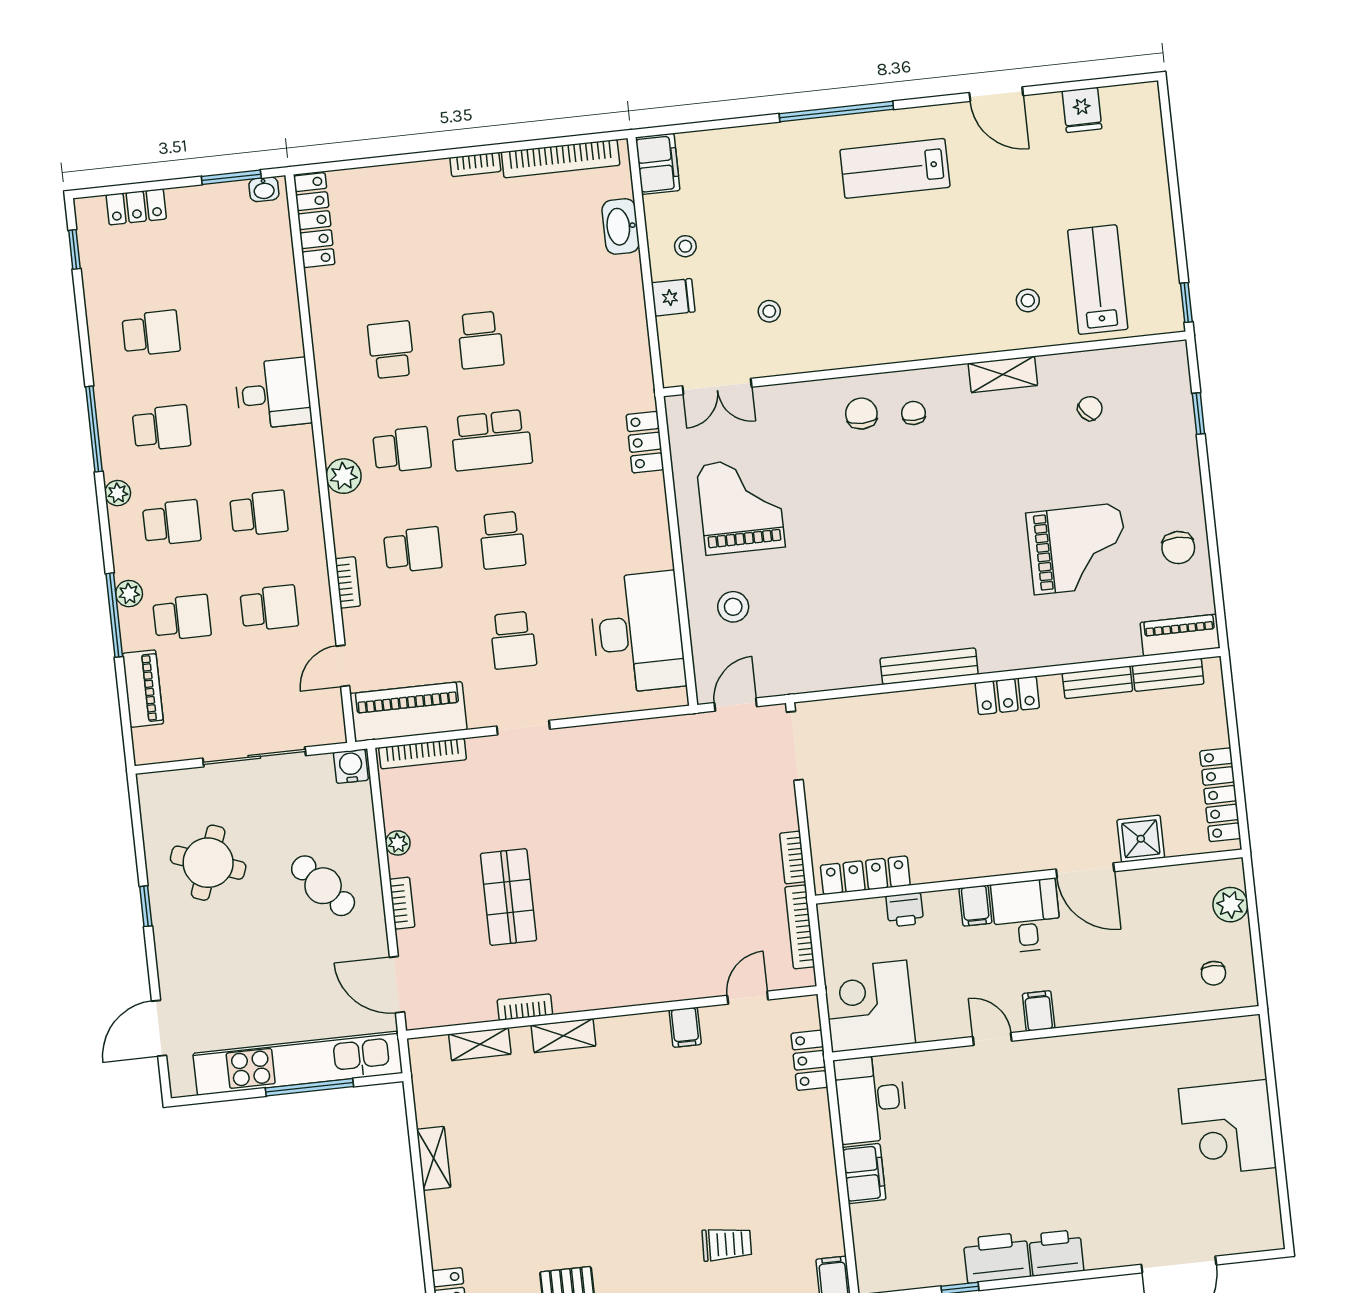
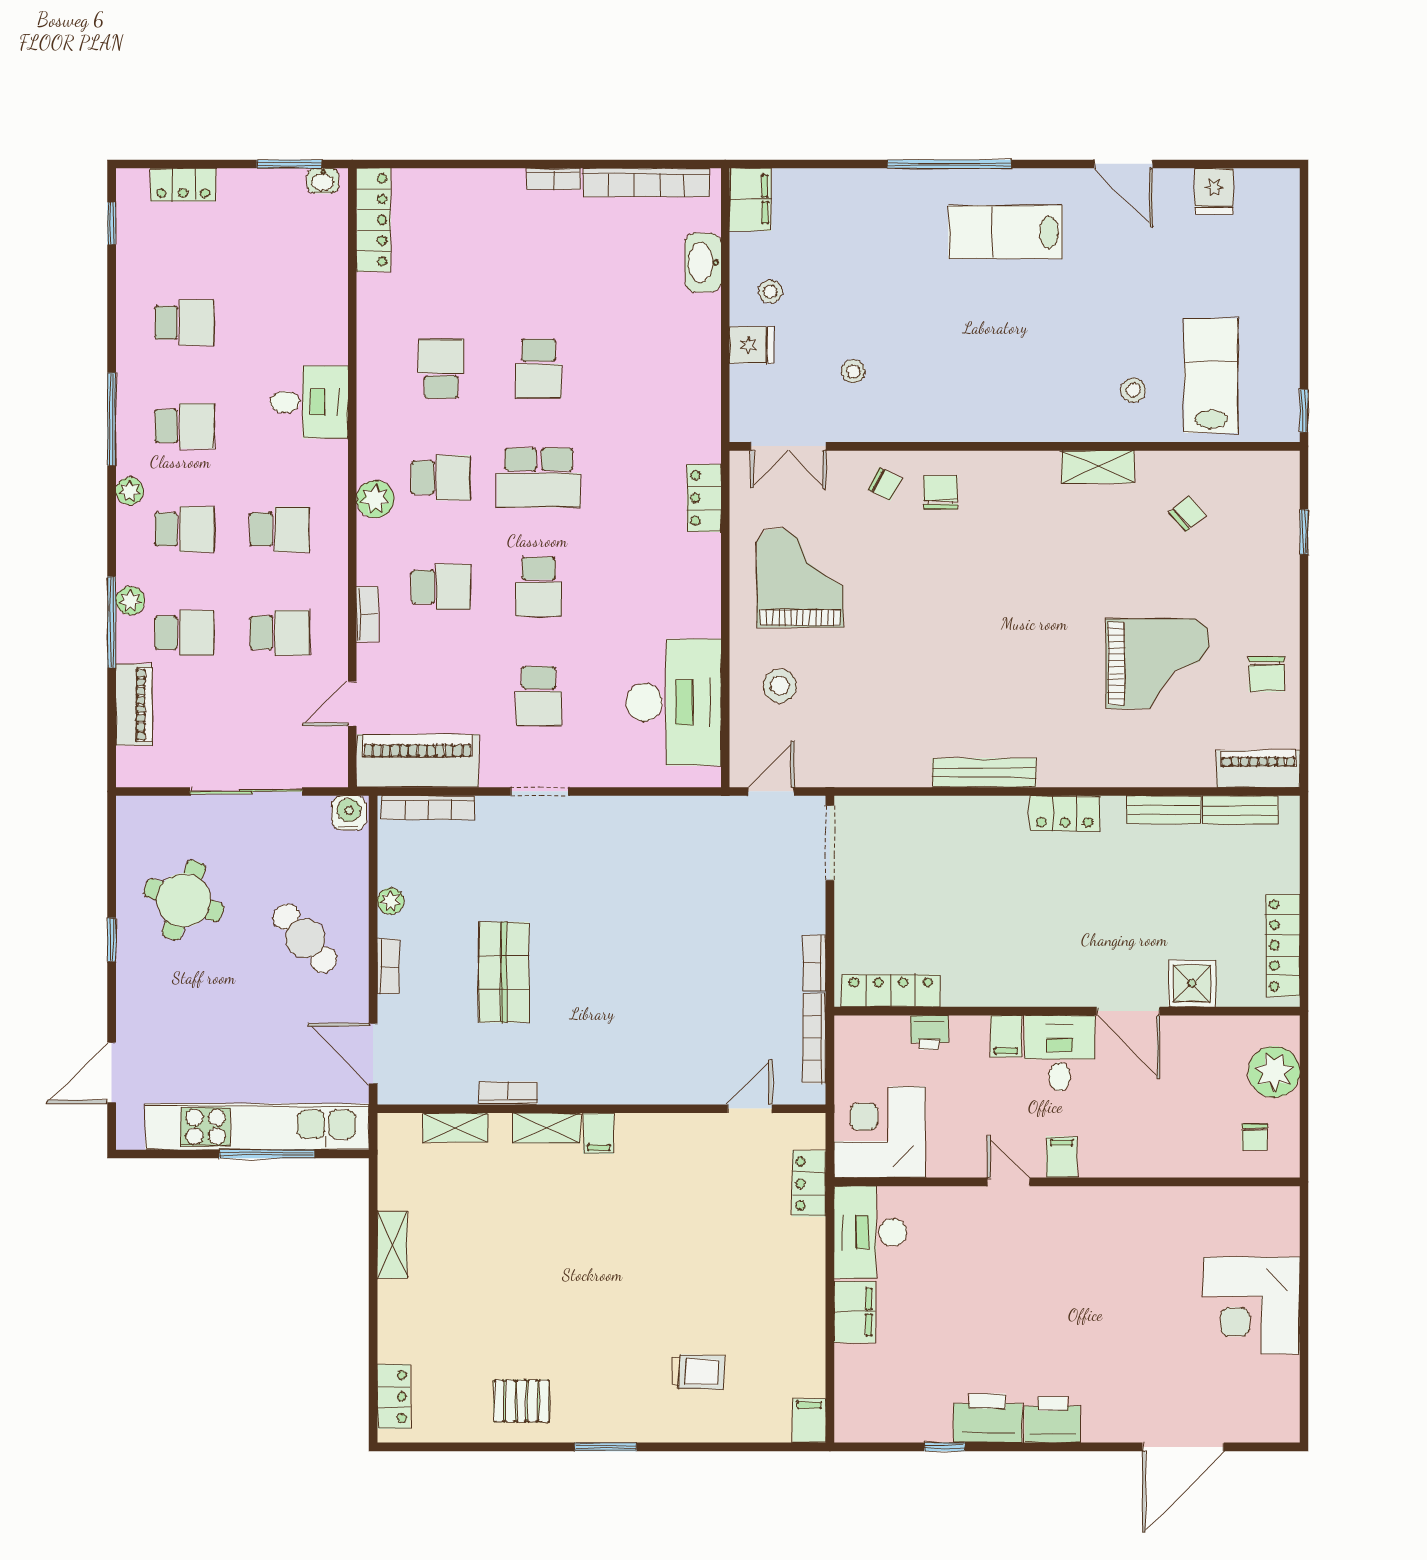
chair: (913, 413) -> (885, 484), moved, turned 117
plant: (1230, 905) -> (1274, 1072), width x1.36, depth x1.36
filing cabinet: (685, 1027) -> (599, 1133), moved

